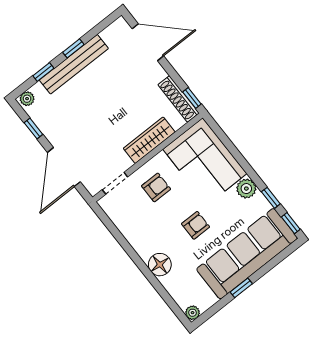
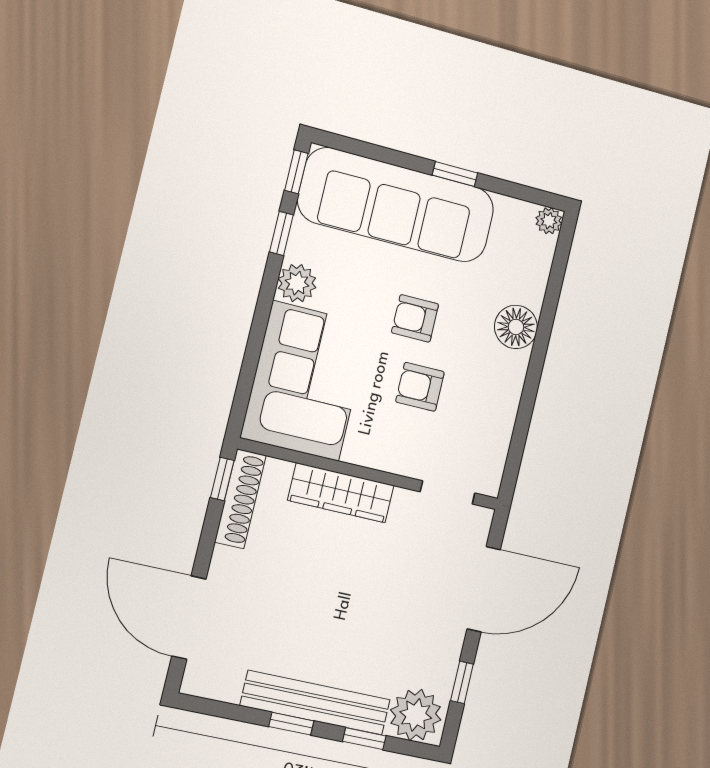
plant: (27, 99) -> (416, 715), width x1.87, depth x1.87
armchair: (156, 187) -> (420, 387), moved

